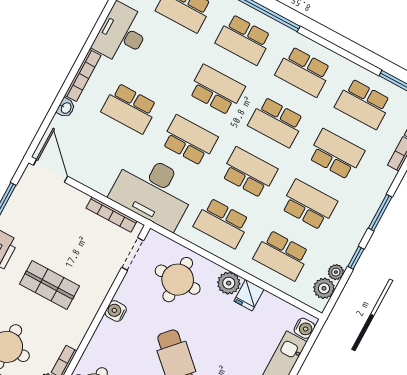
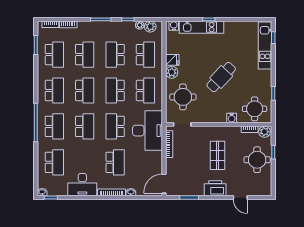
school desk: (217, 90) -> (85, 126), turned 180
school desk: (336, 154) -> (85, 55), turned 180
water cooler: (116, 311) -> (232, 118), moved

